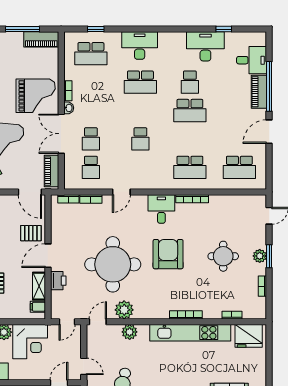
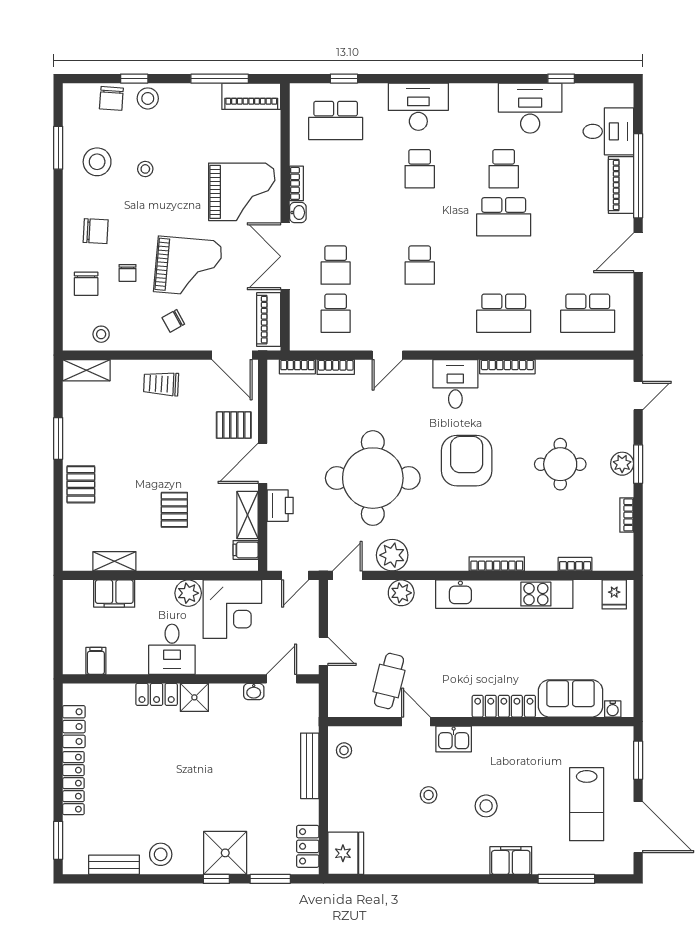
school desk: (140, 82) -> (420, 169), width x0.54
fridge: (249, 336) -> (614, 594), width x0.53, depth x0.75

